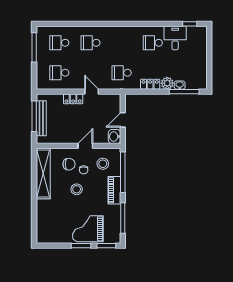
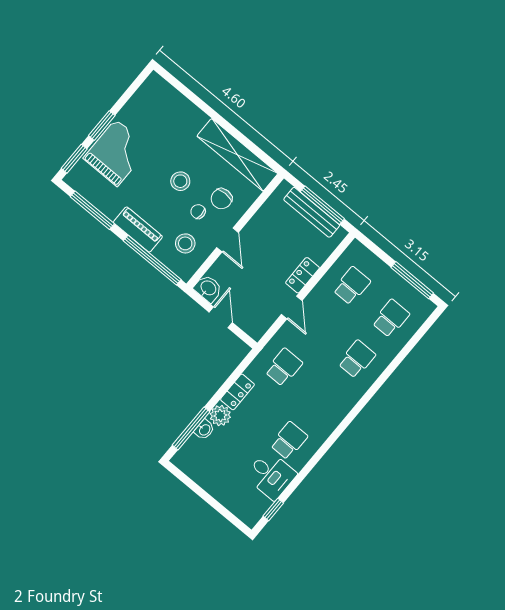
door: (92, 92) -> (292, 307), hinge flipped

